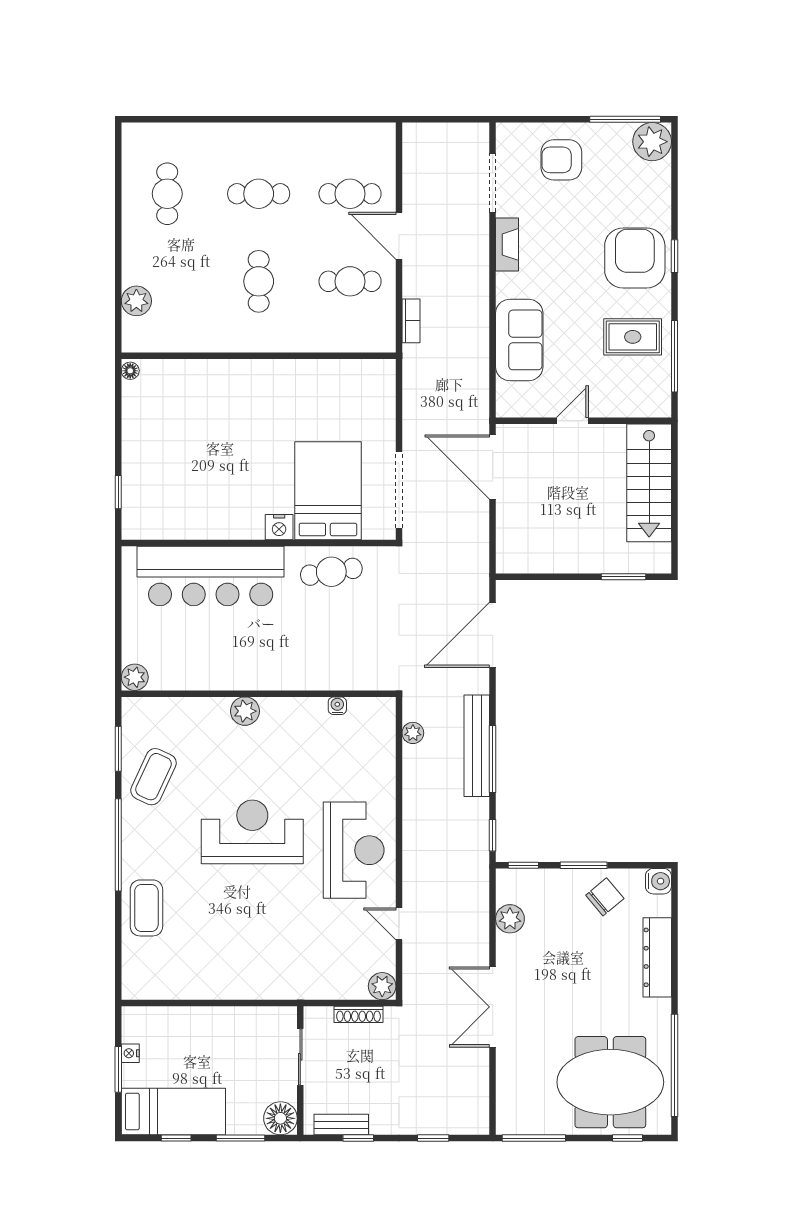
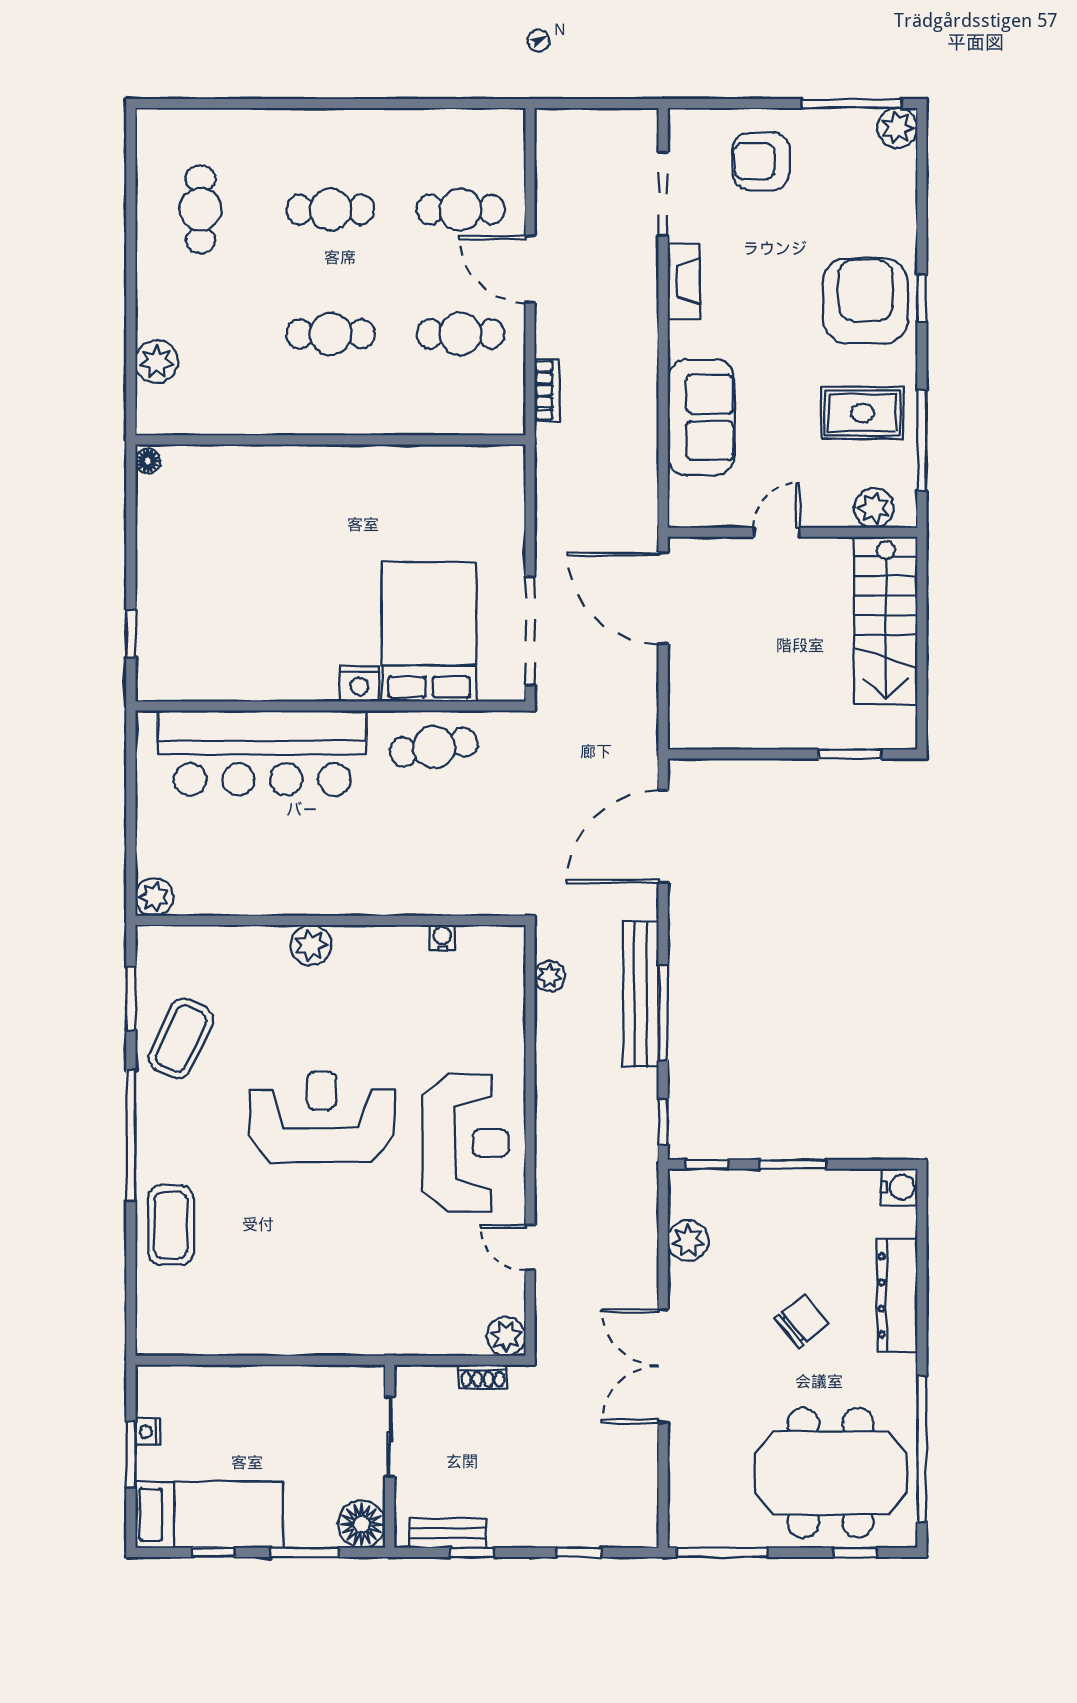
plant: (652, 142) -> (897, 128), width x0.73, depth x0.73
cafe table: (259, 281) -> (330, 334), turned 90
plant: (641, 404) -> (874, 508), added
chair: (605, 897) -> (802, 1321), moved
shoe rack: (359, 1014) -> (483, 1376), width x0.70

